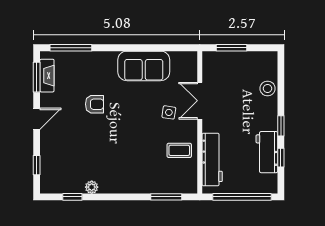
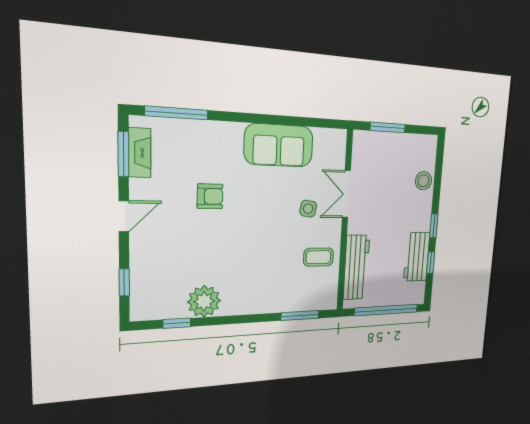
plant: (92, 187) -> (204, 301), width x1.87, depth x1.87

